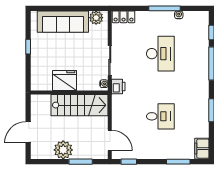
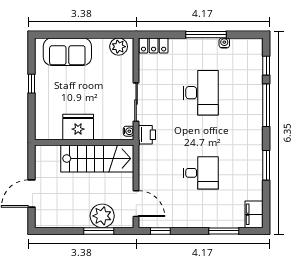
sofa: (63, 22) -> (67, 52), width x0.73
plant: (63, 150) -> (102, 216), moved

